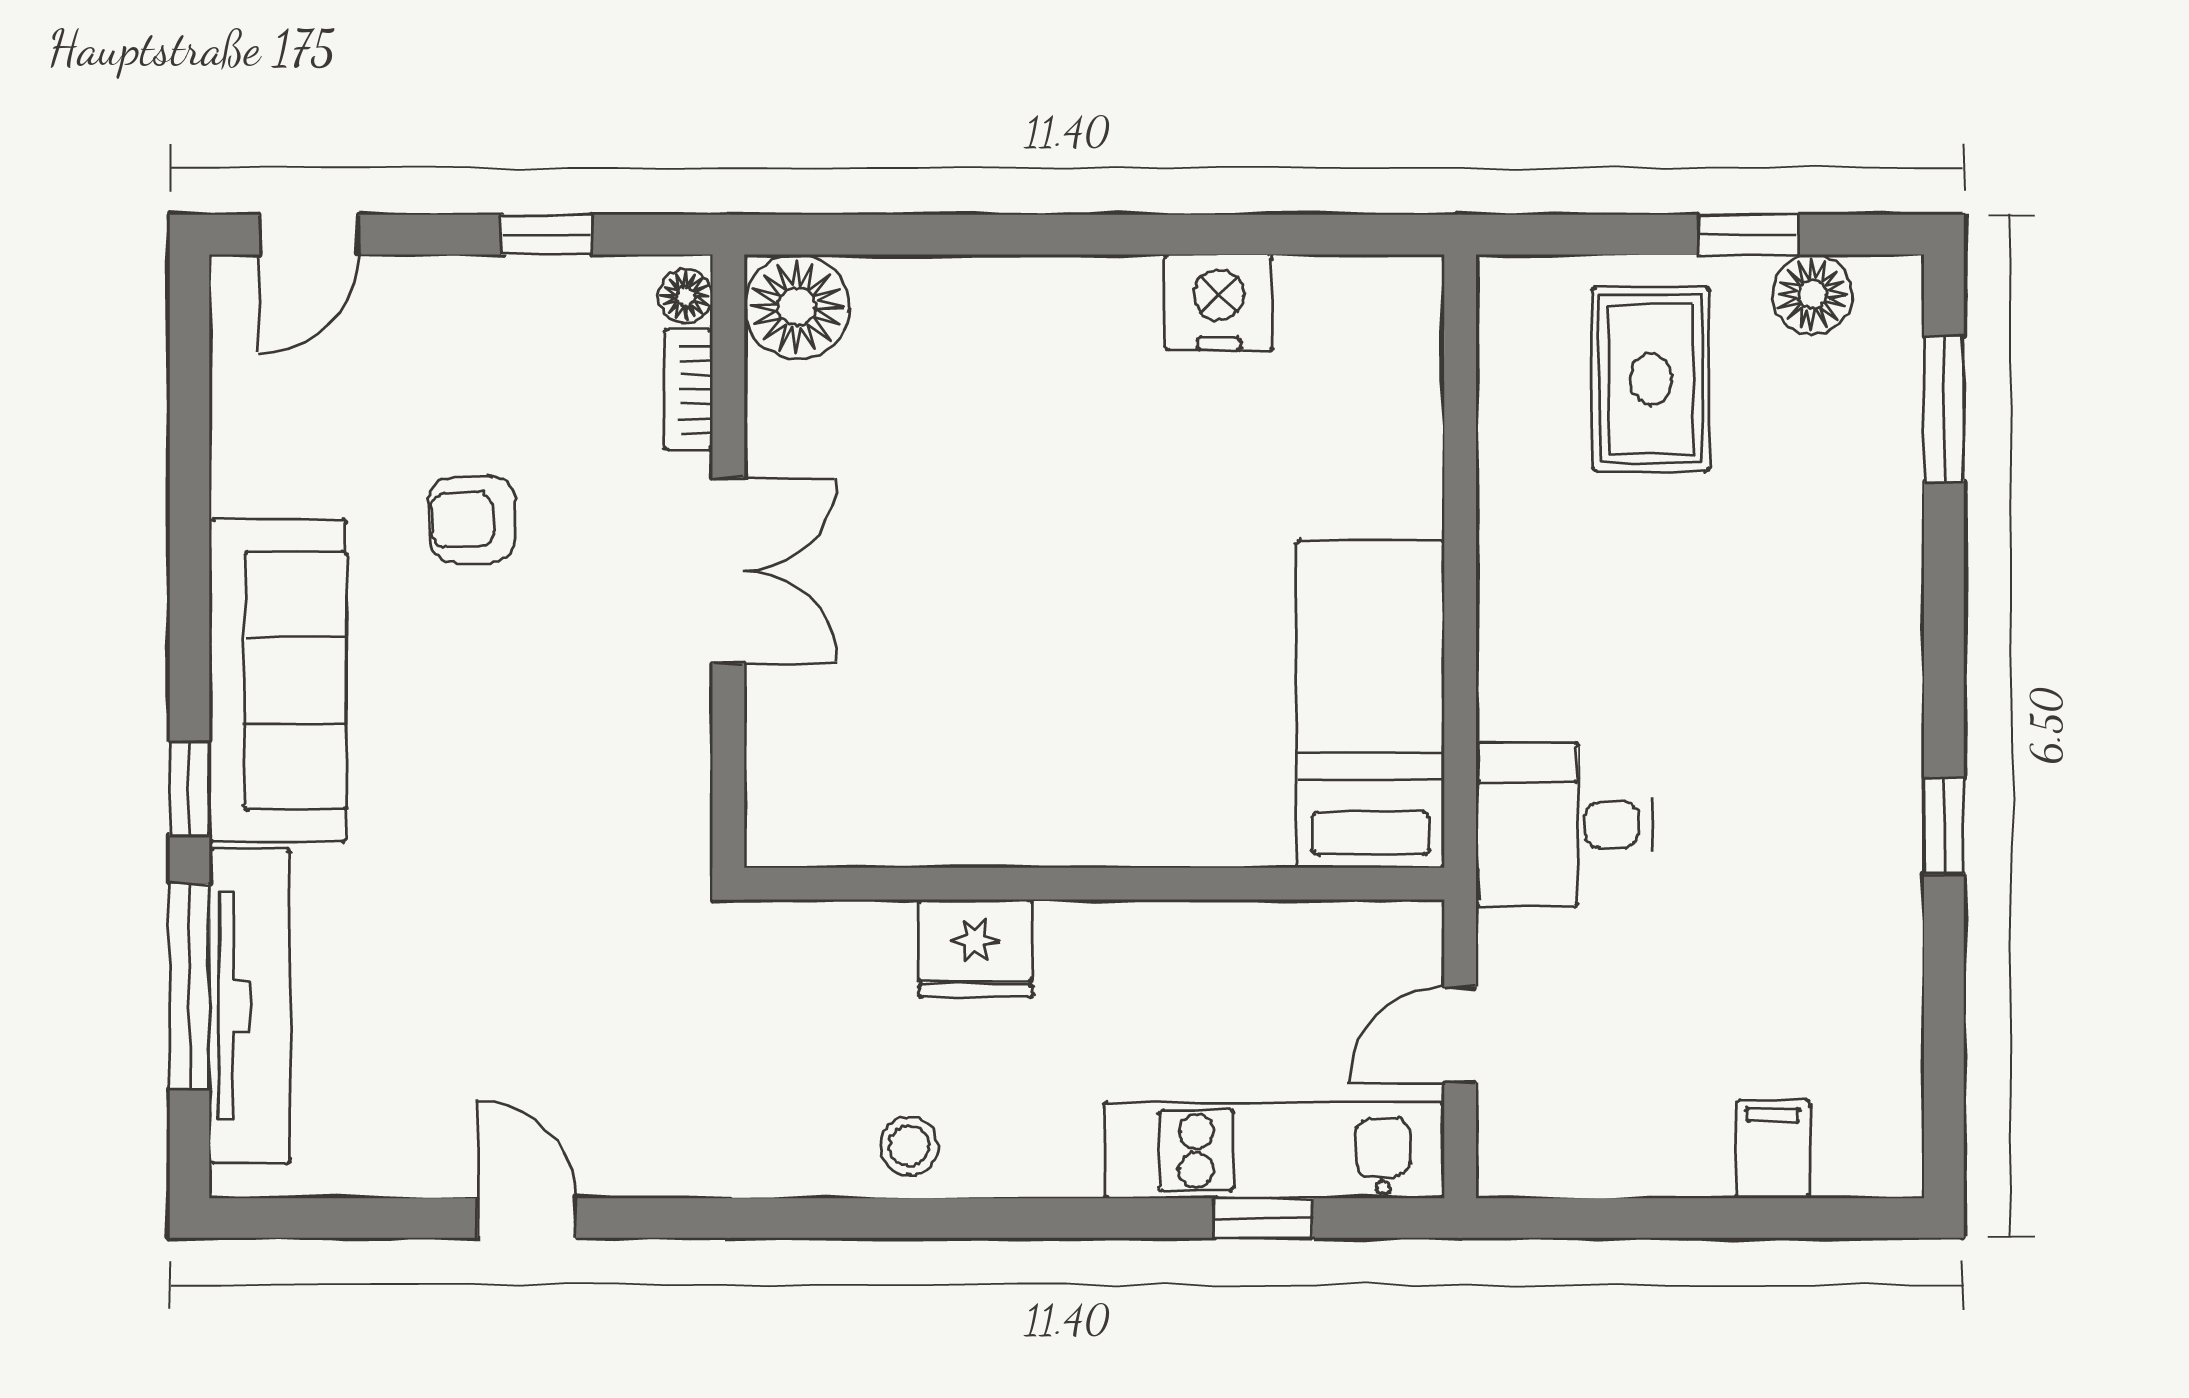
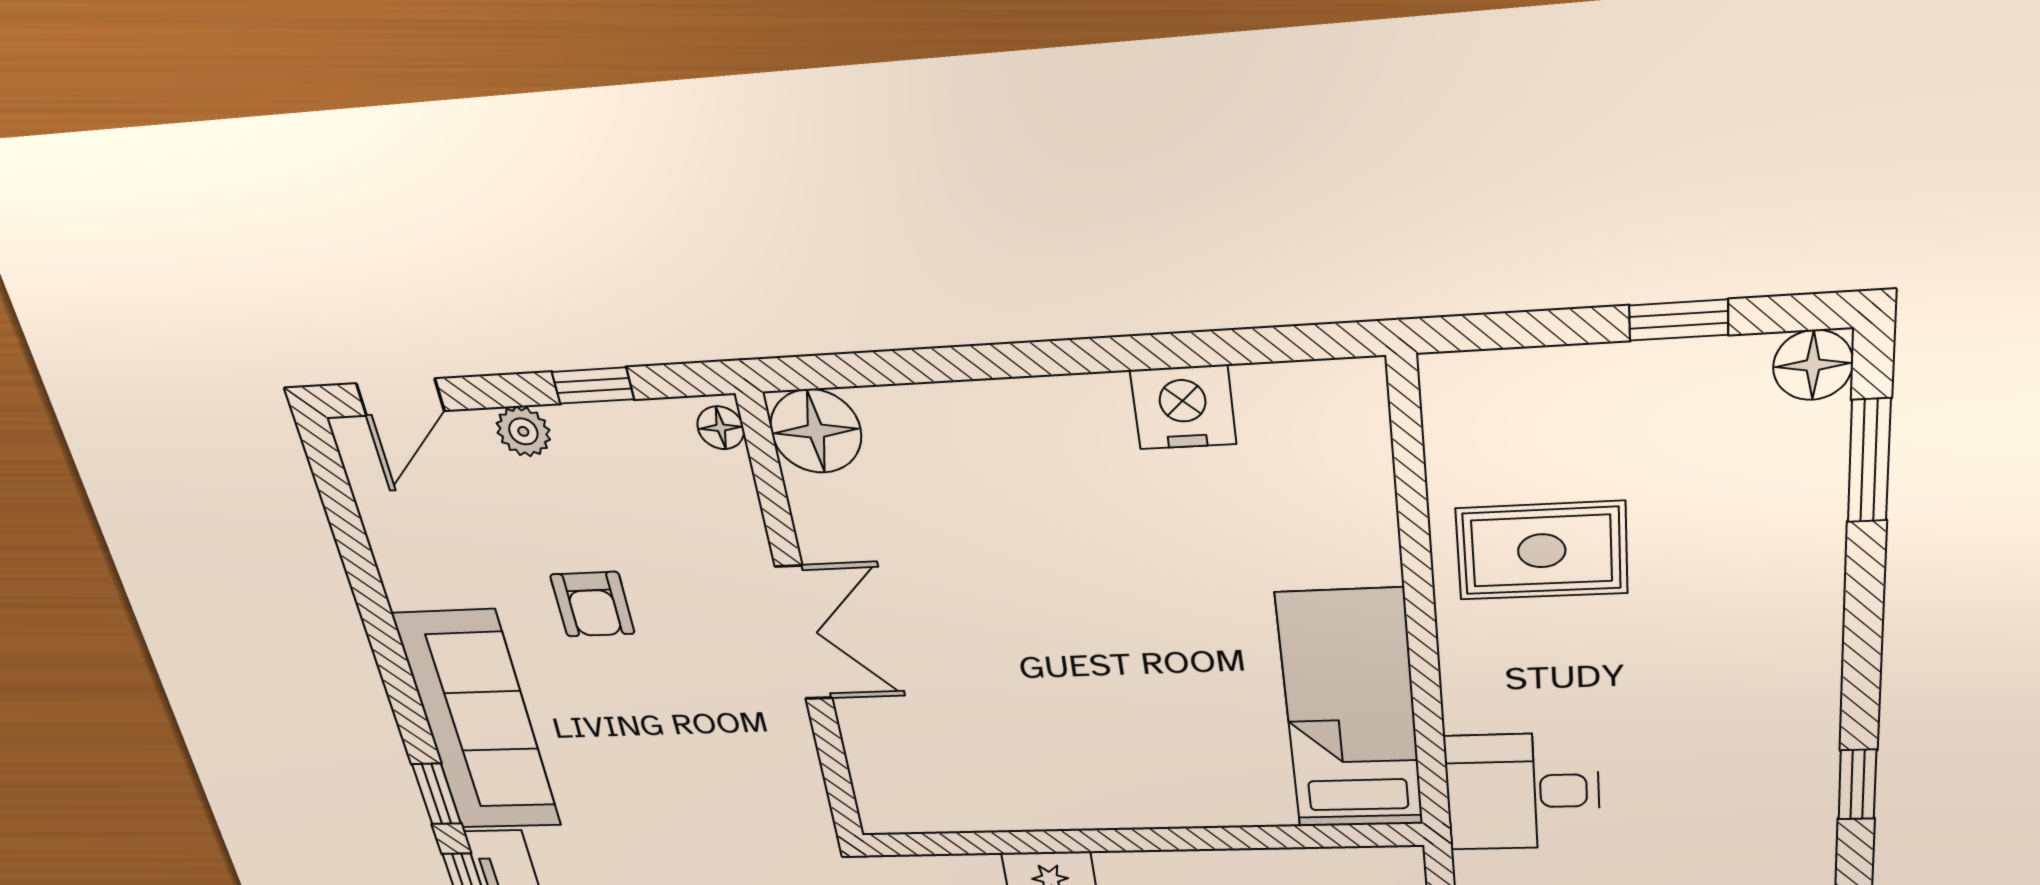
plant: (447, 287) -> (523, 431), added
floor lamp: (1812, 294) -> (1813, 365), moved
rug: (1651, 379) -> (1542, 551), moved, turned 90
bookcase: (689, 390) -> (740, 500), removed
armchair: (472, 519) -> (592, 604), turned -88

